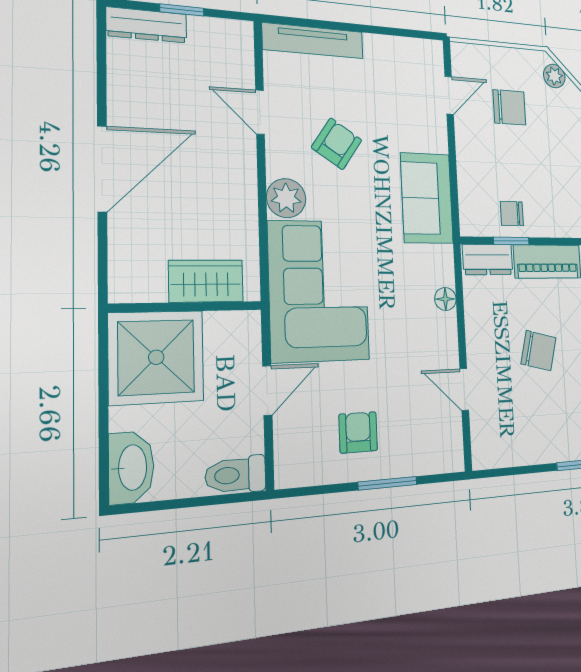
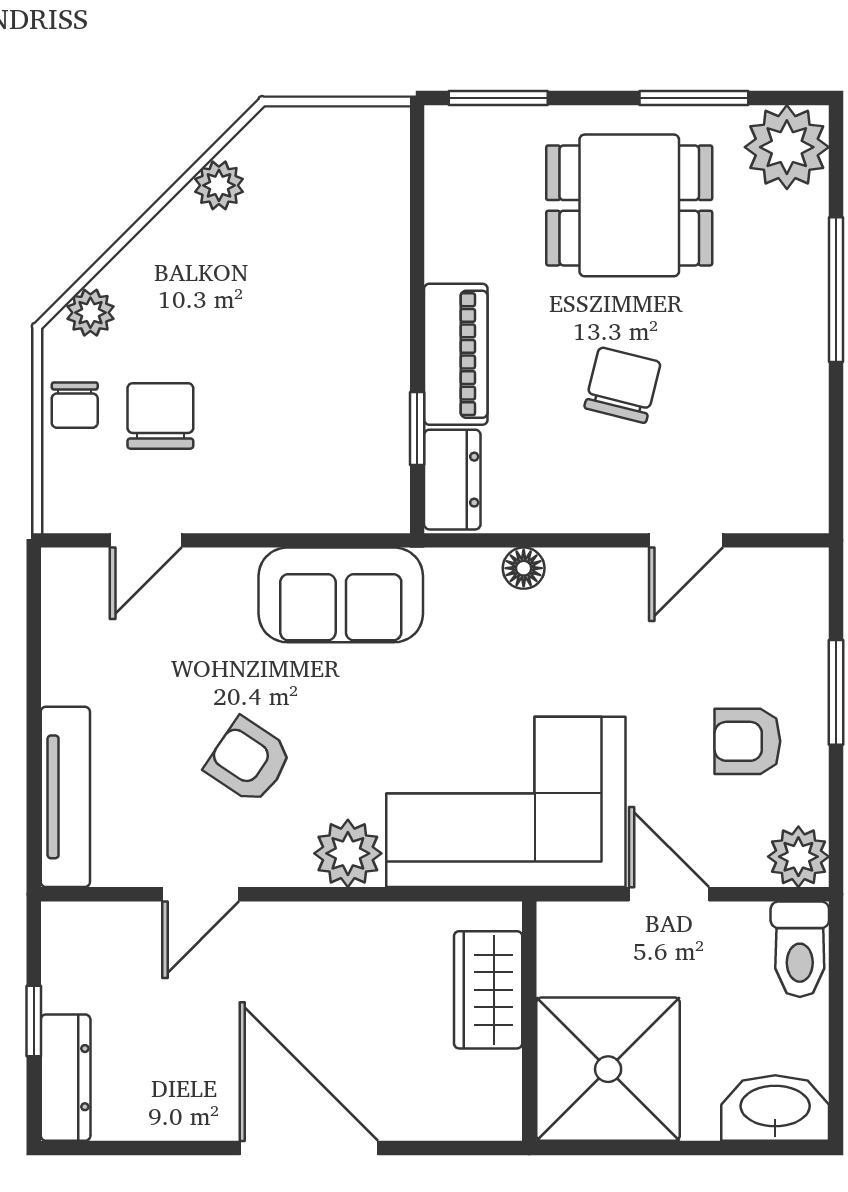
door: (449, 95) -> (146, 540), swing flipped
chair: (512, 214) -> (75, 405), moved
plant: (292, 469) -> (798, 857), added

